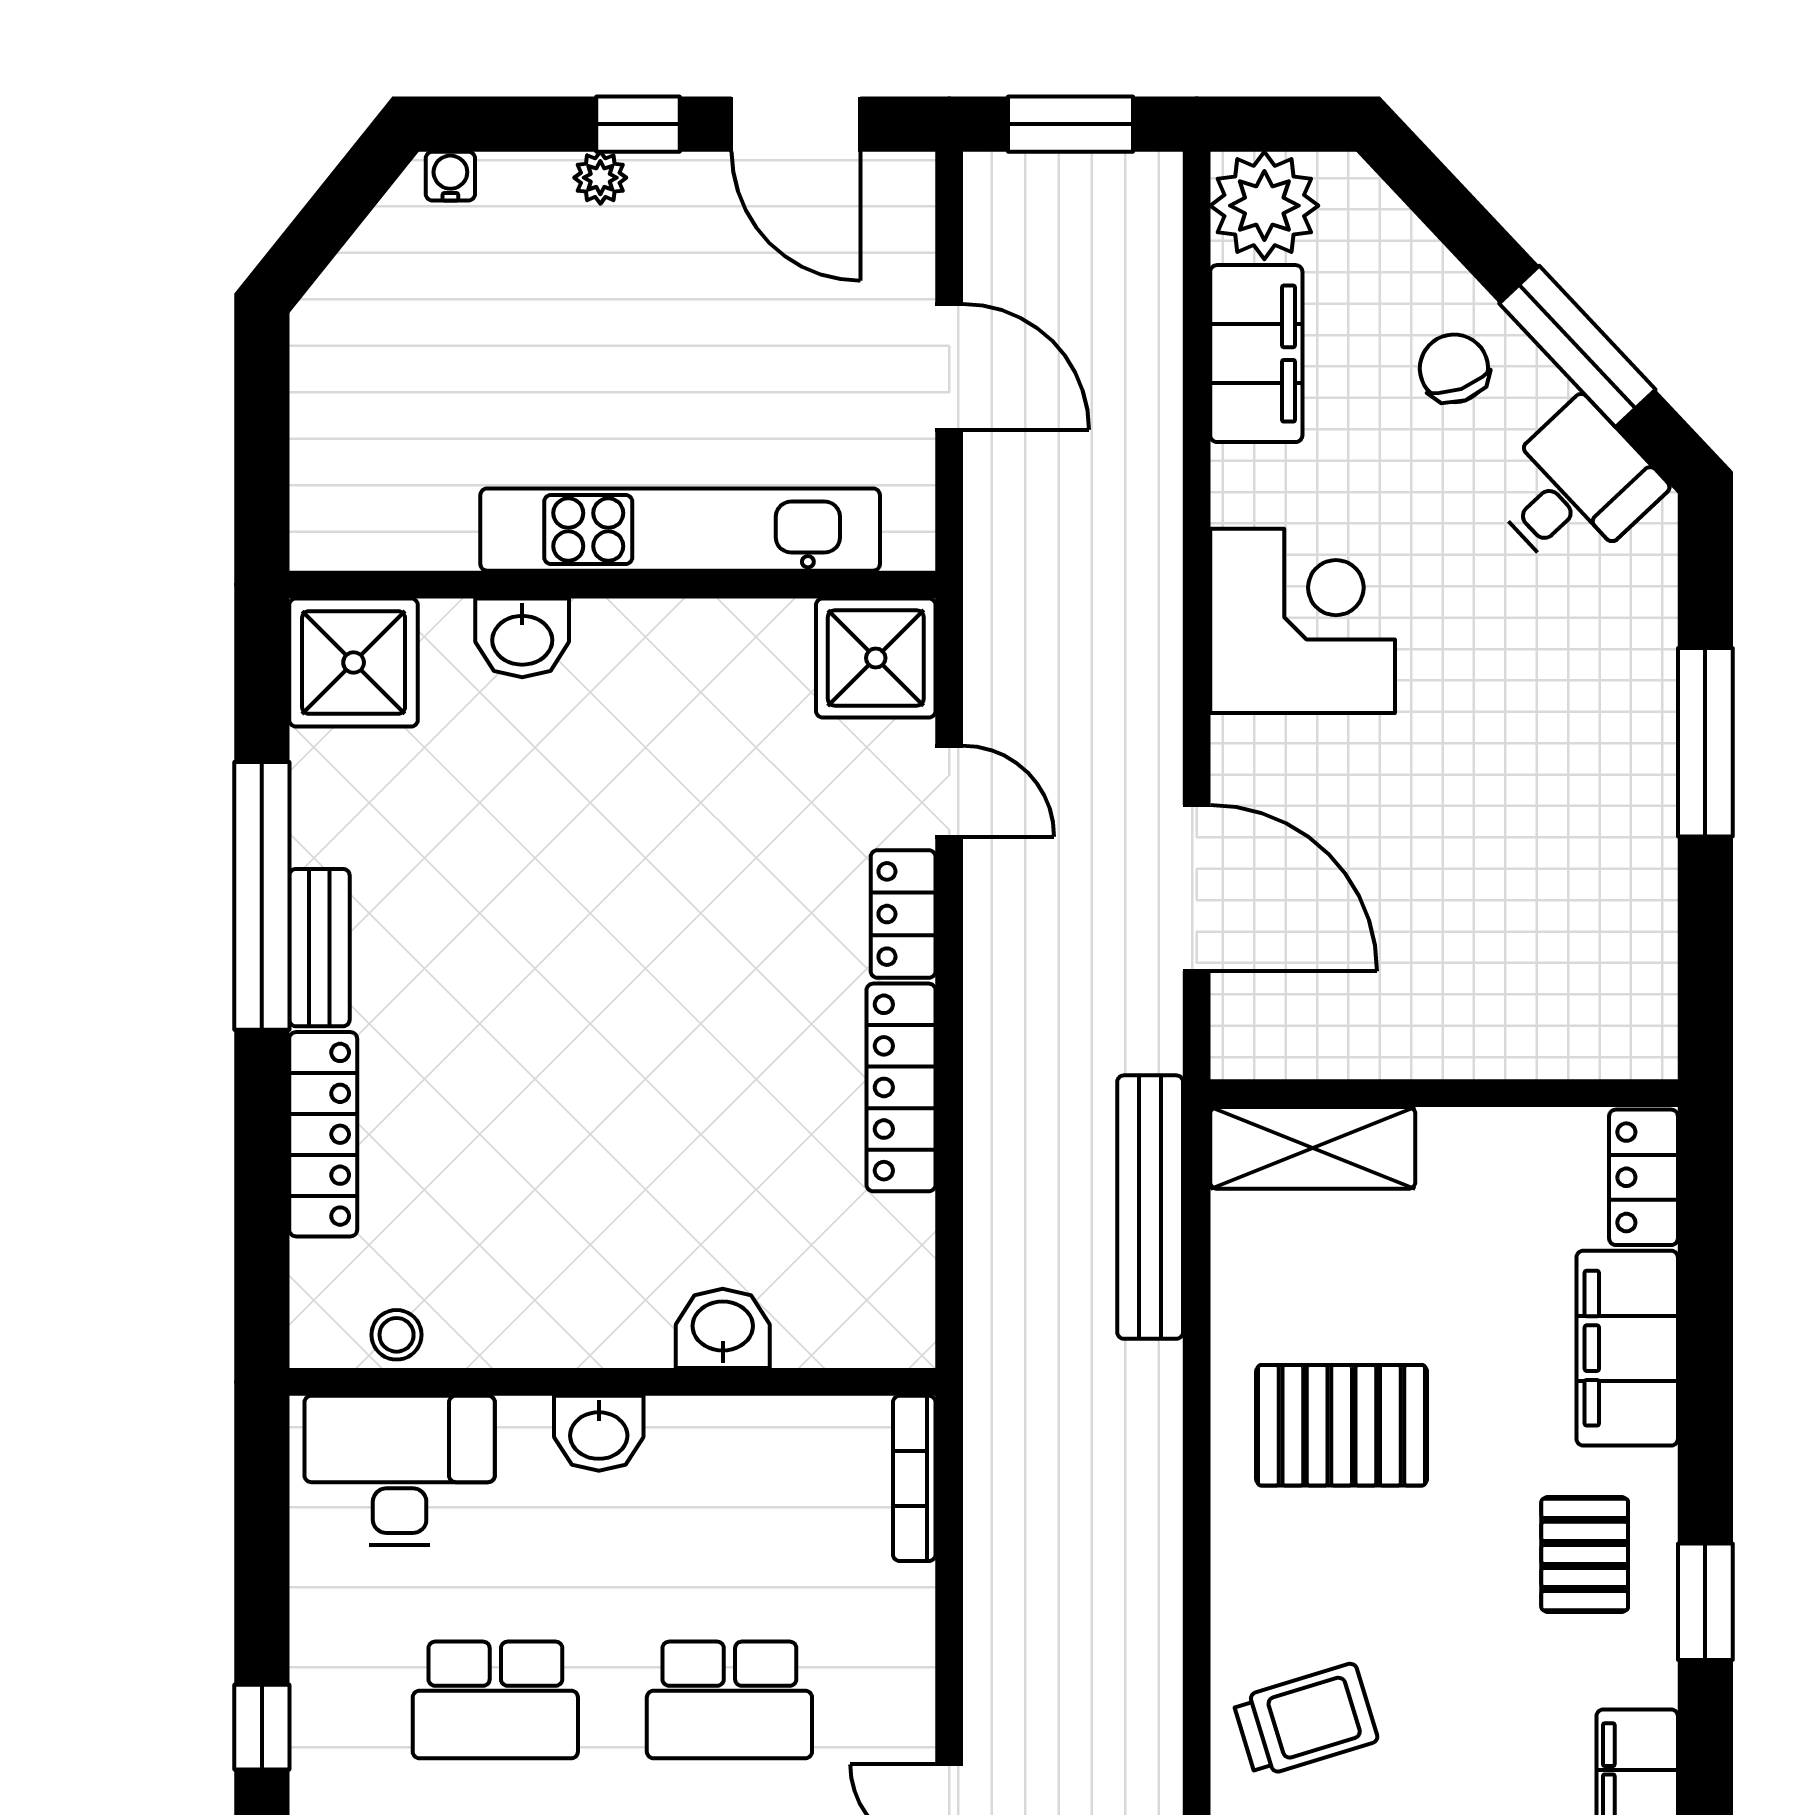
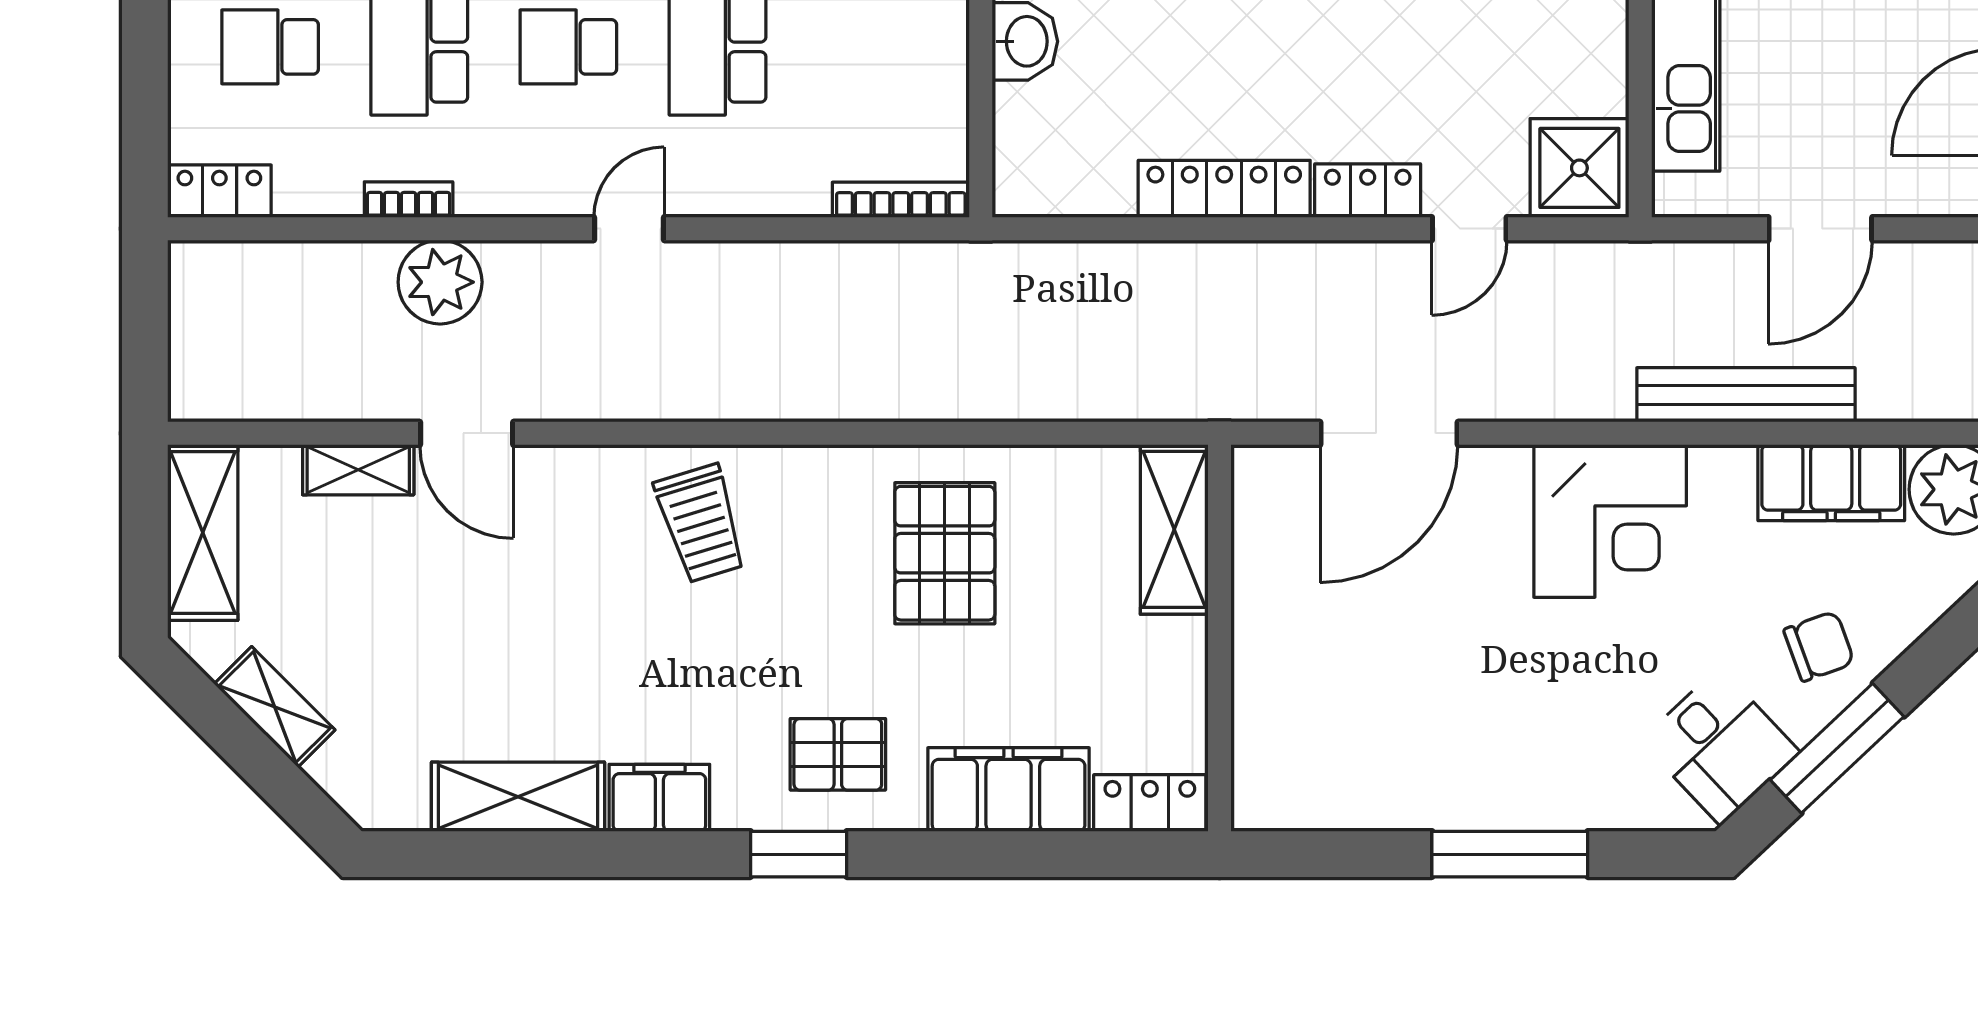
bench: (1150, 1207) -> (1746, 395), moved

